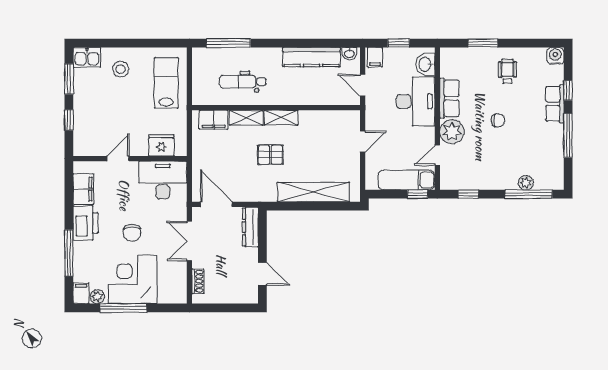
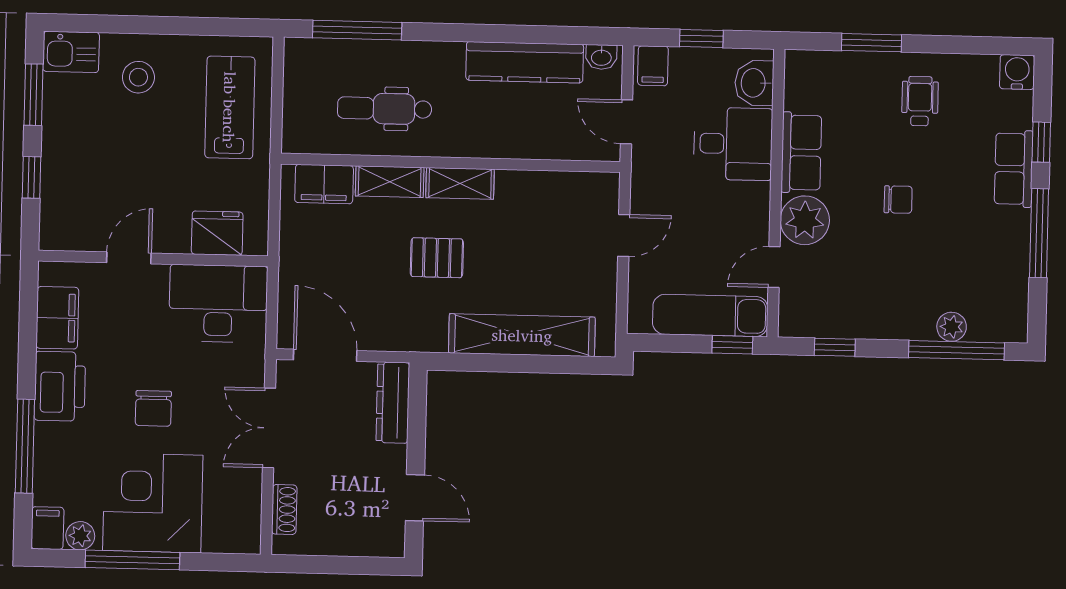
desk: (416, 101) -> (733, 144), width x0.73

